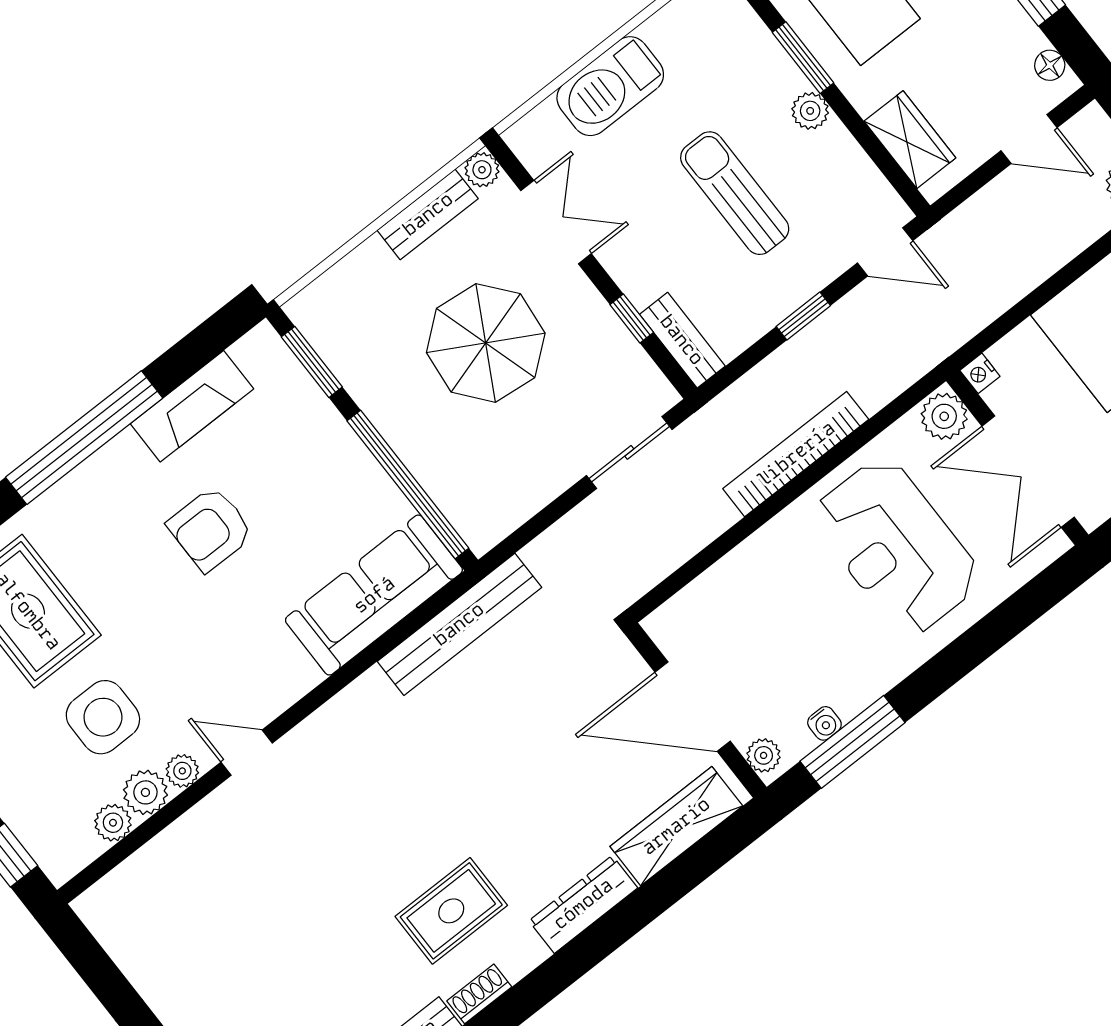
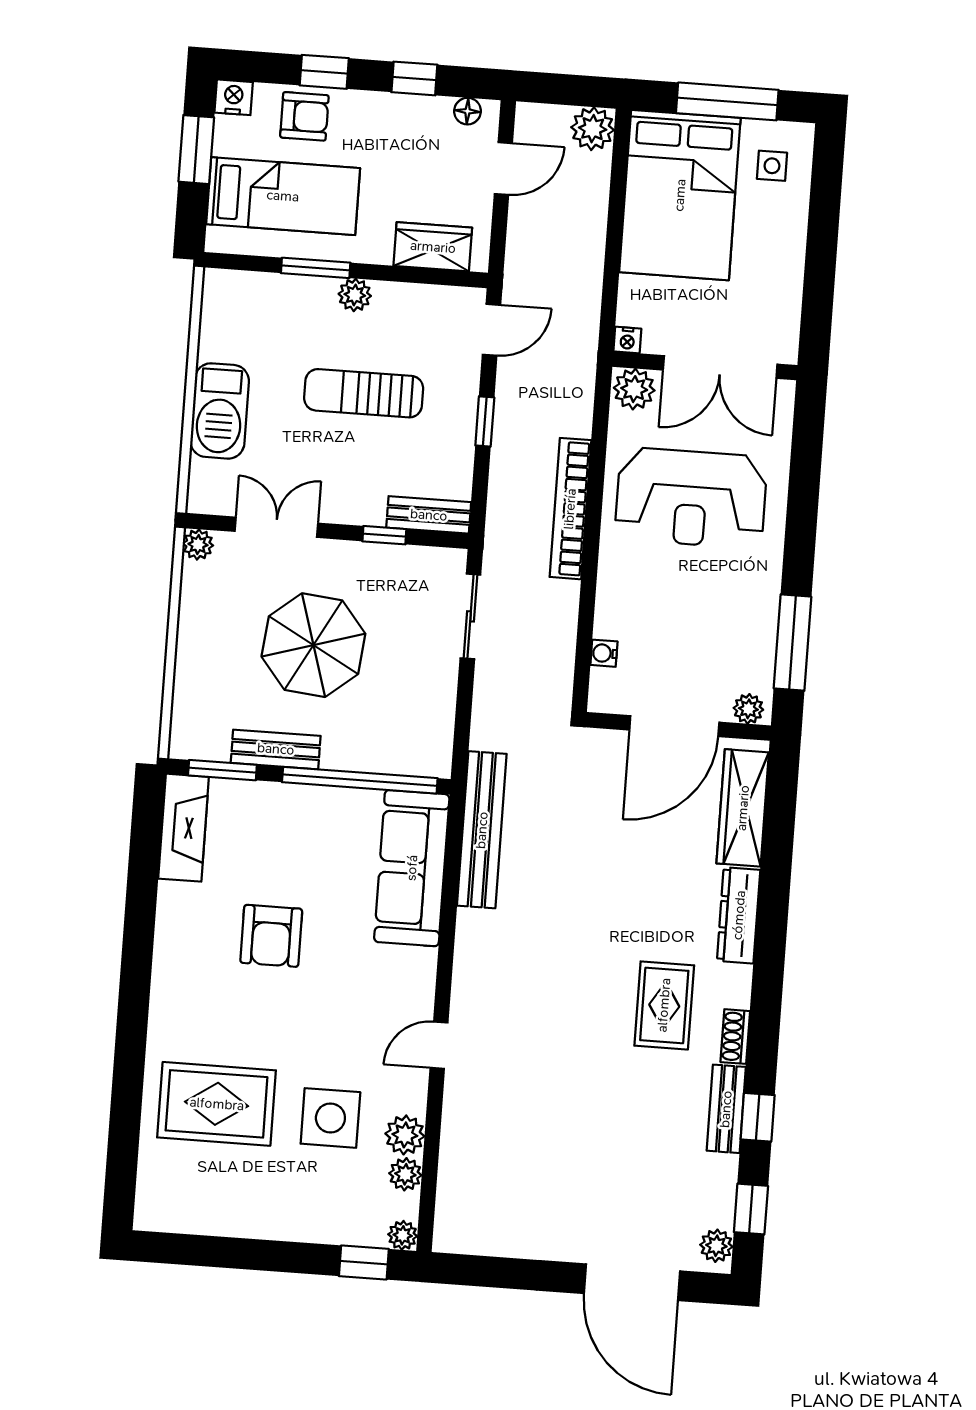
bench: (428, 214) -> (276, 749), moved, turned 90
fireplace: (192, 406) -> (184, 828), moved
window: (84, 438) -> (136, 964), removed
water cooler: (824, 723) -> (604, 653), moved, turned 180
plant: (182, 771) -> (403, 1235), moved

